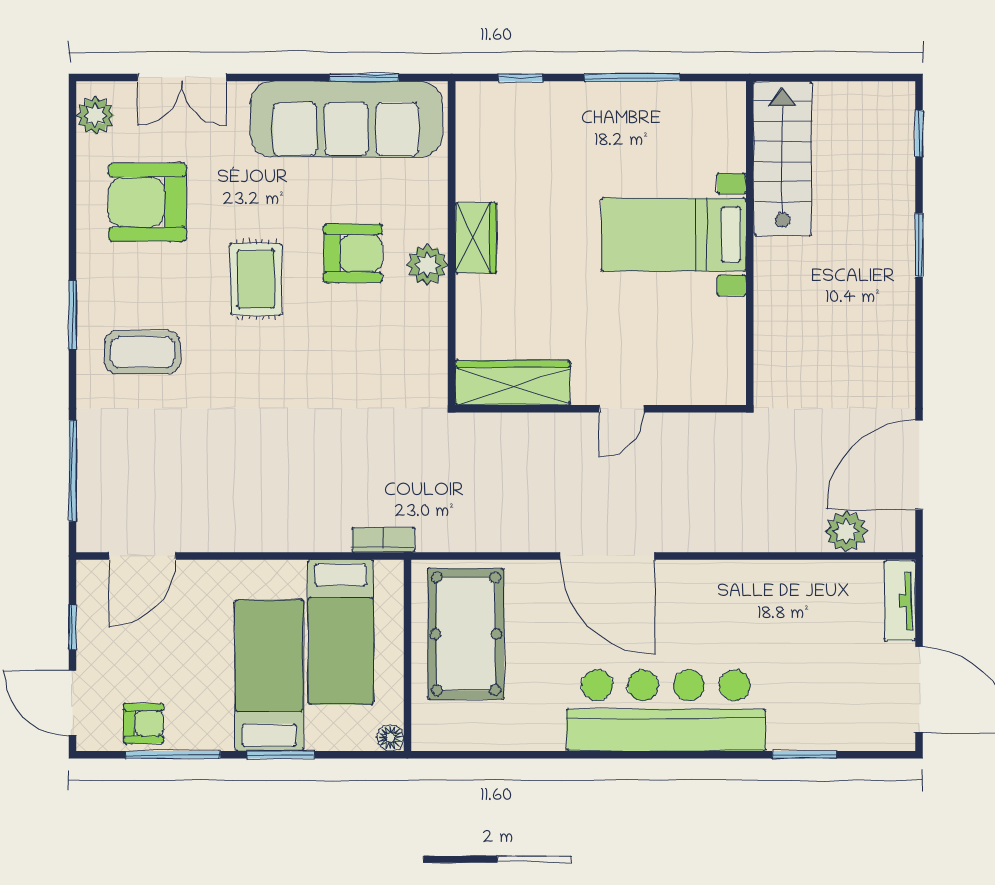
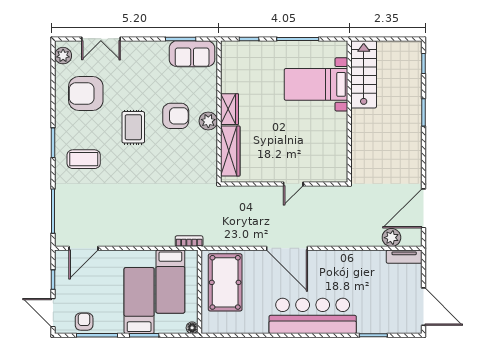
sofa: (346, 119) -> (192, 54), width x0.54, depth x0.79
bed with nightstands: (674, 235) -> (316, 84), moved
wardrobe: (513, 383) -> (230, 151), moved, turned 90
tv unit: (900, 601) -> (404, 257), moved, turned -90
armchair: (143, 723) -> (84, 322), turned -90

